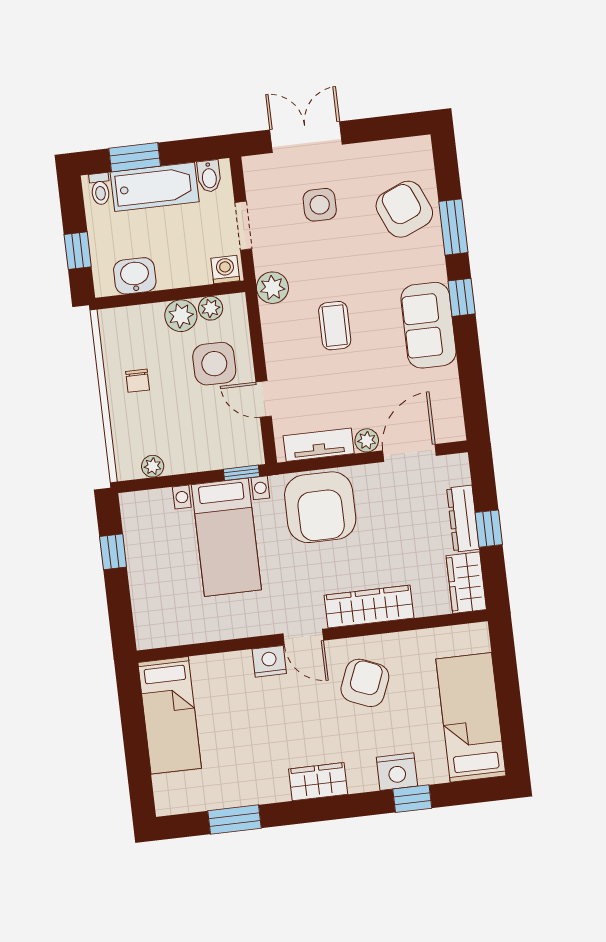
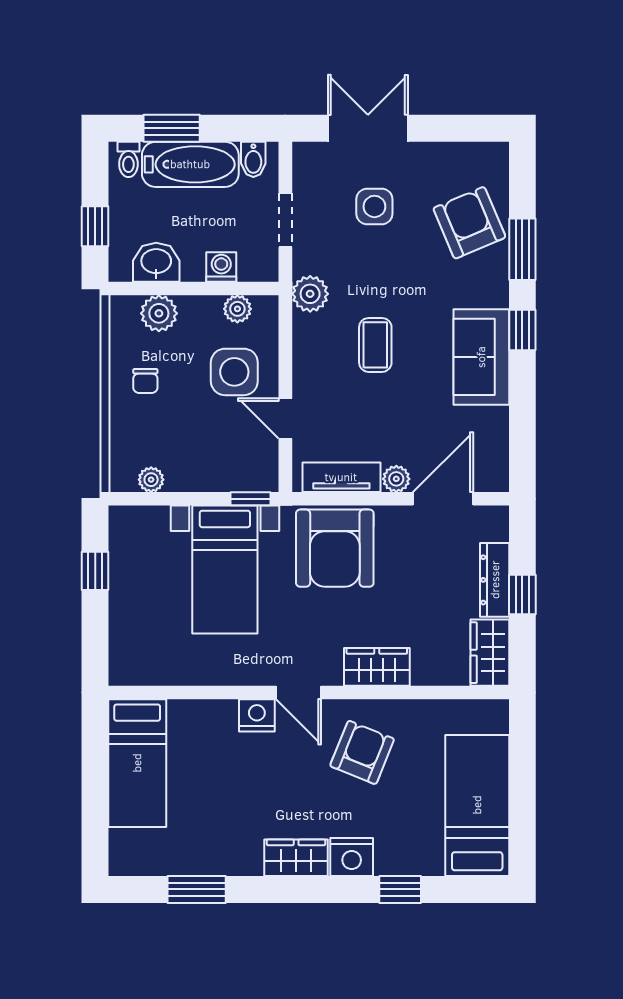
washing machine: (225, 269) -> (221, 267), moved
plant: (181, 316) -> (159, 313), moved
wardrobe: (369, 607) -> (377, 667), width x0.67
nightstand: (397, 772) -> (352, 857), moved

